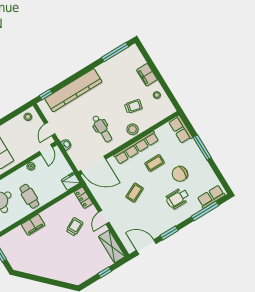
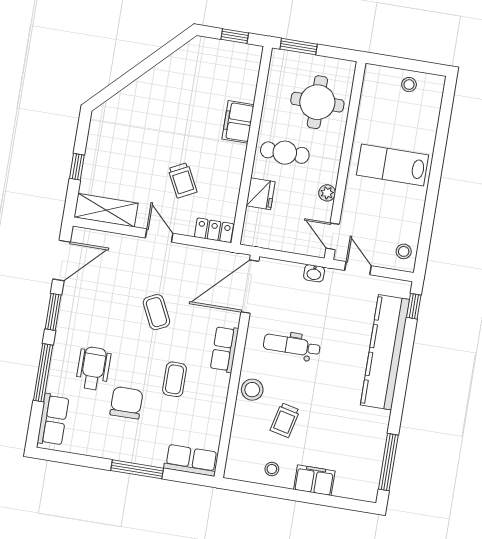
row of seats: (136, 148) -> (224, 349), width x0.50
fridge: (71, 181) -> (261, 194), moved
window: (205, 211) -> (43, 373), moved

